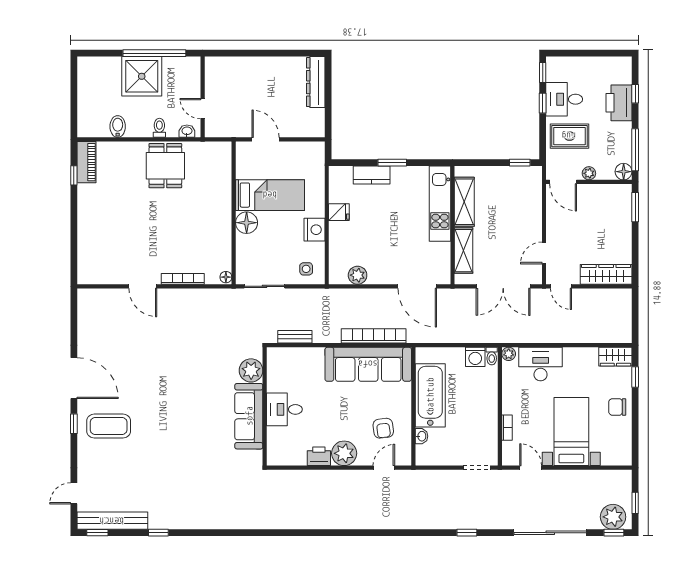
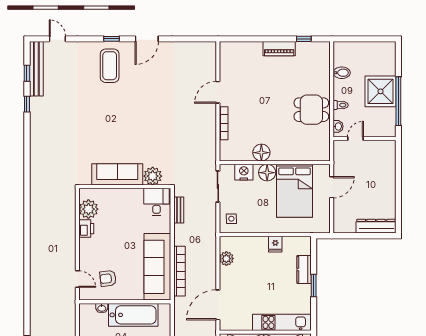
piano: (86, 162) -> (279, 49), moved
bed: (270, 195) -> (295, 191), width x1.50
nightstand: (314, 230) -> (244, 172), moved, turned 180
floor lamp: (226, 277) -> (261, 153), moved, width x1.89, depth x1.89
door: (74, 378) -> (147, 39), width x0.73
desk: (284, 409) -> (156, 202), moved
plant: (344, 453) -> (88, 209), moved
window: (97, 533) -> (27, 73), moved

